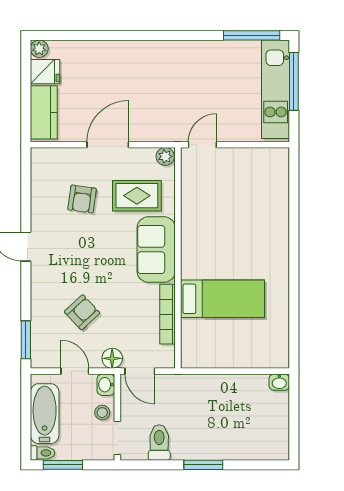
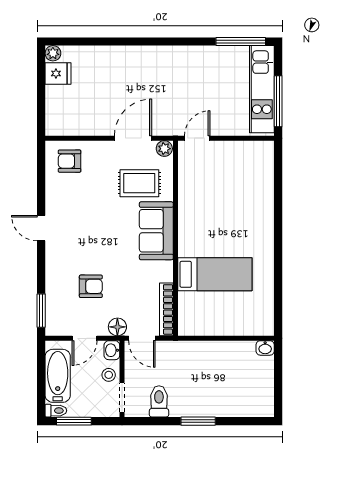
window: (294, 81) -> (278, 101), moved
kitchen counter: (44, 112) -> (57, 110), removed
door: (108, 145) -> (133, 138), moved
armchair: (82, 199) -> (70, 161), moved, turned 82
armchair: (82, 312) -> (91, 286), turned 43
bookcase: (168, 314) -> (166, 309), moved
door: (75, 371) -> (84, 338), swing flipped

